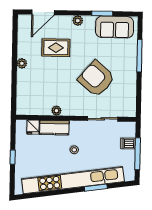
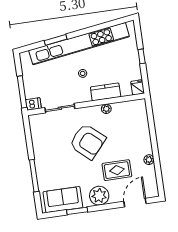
plant: (78, 21) -> (99, 196), width x1.88, depth x1.88
plant: (22, 63) -> (149, 160), moved
armchair: (96, 79) -> (88, 142), moved
fridge: (33, 127) -> (138, 87), moved
dishwasher: (128, 143) -> (33, 104), moved
window: (138, 154) -> (22, 92), moved

